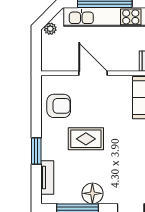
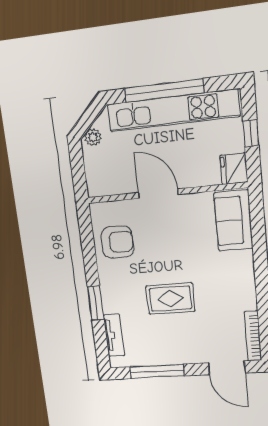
rug: (86, 139) -> (170, 299), moved
floor lamp: (92, 193) -> (174, 352), removed

